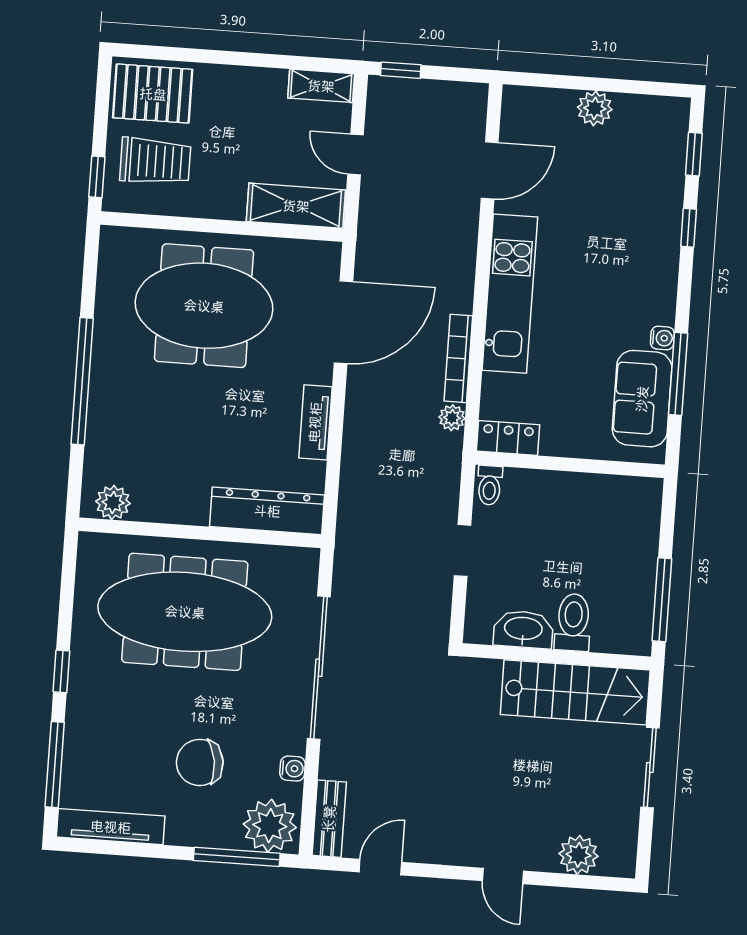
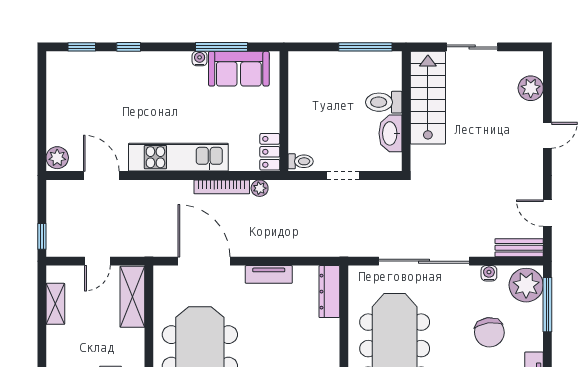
shelving: (321, 86) -> (55, 304), moved
plant: (595, 108) -> (57, 158), moved
dresser: (267, 511) -> (329, 292), width x0.73, depth x0.80

